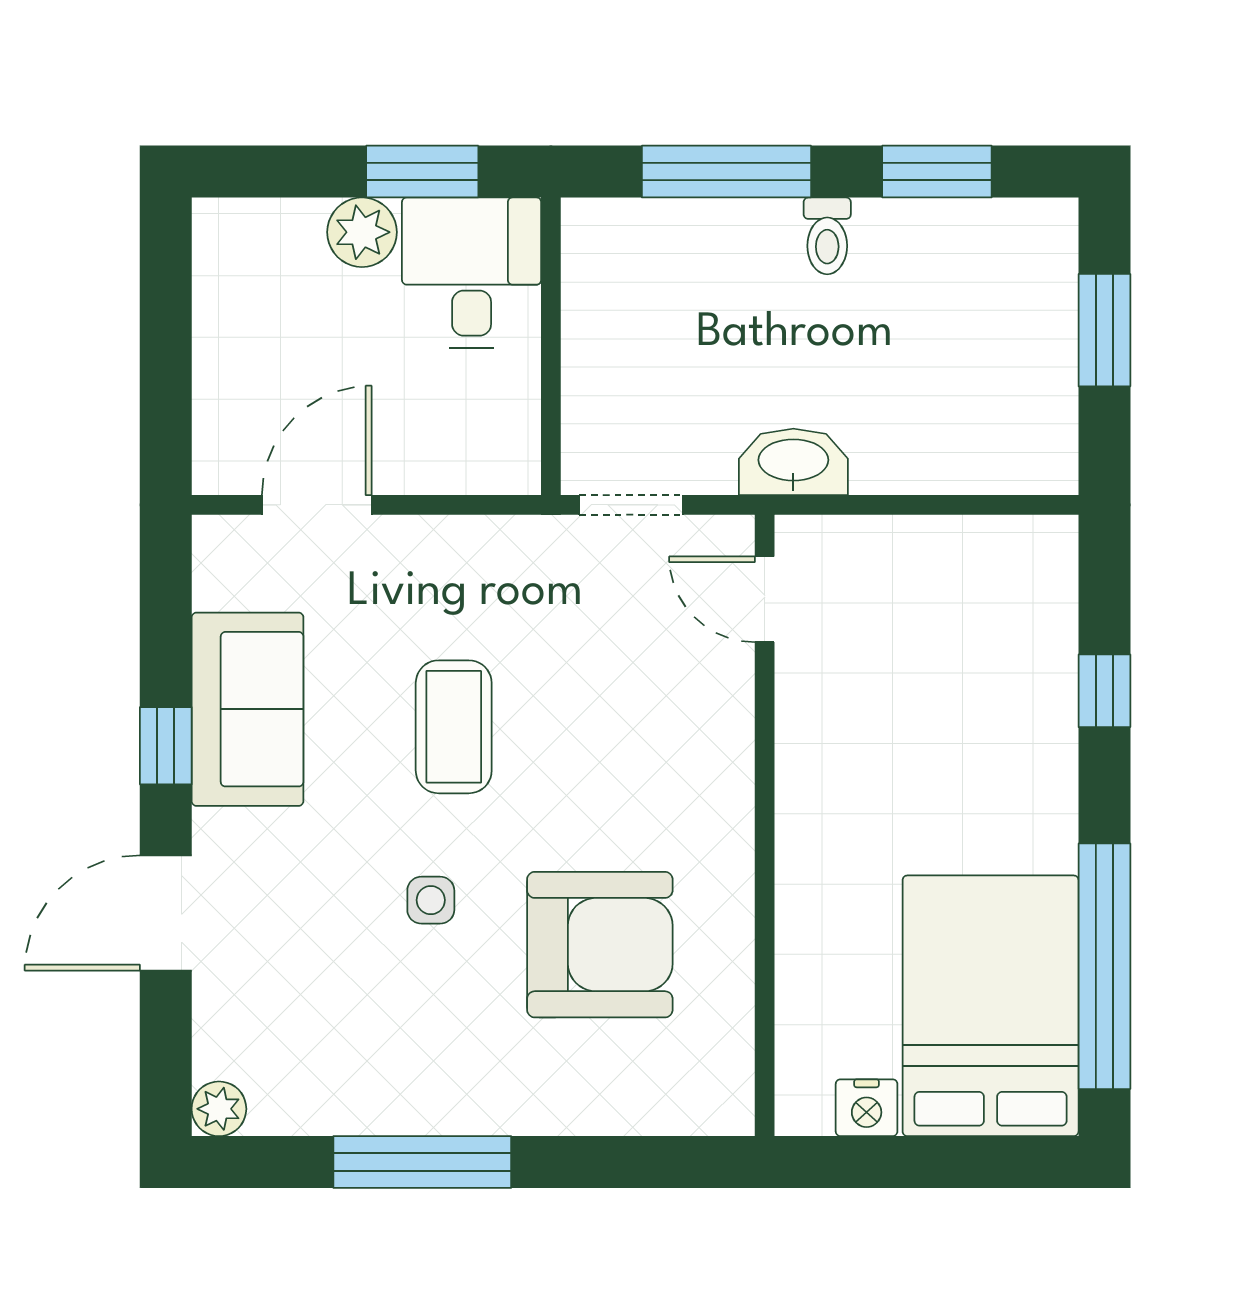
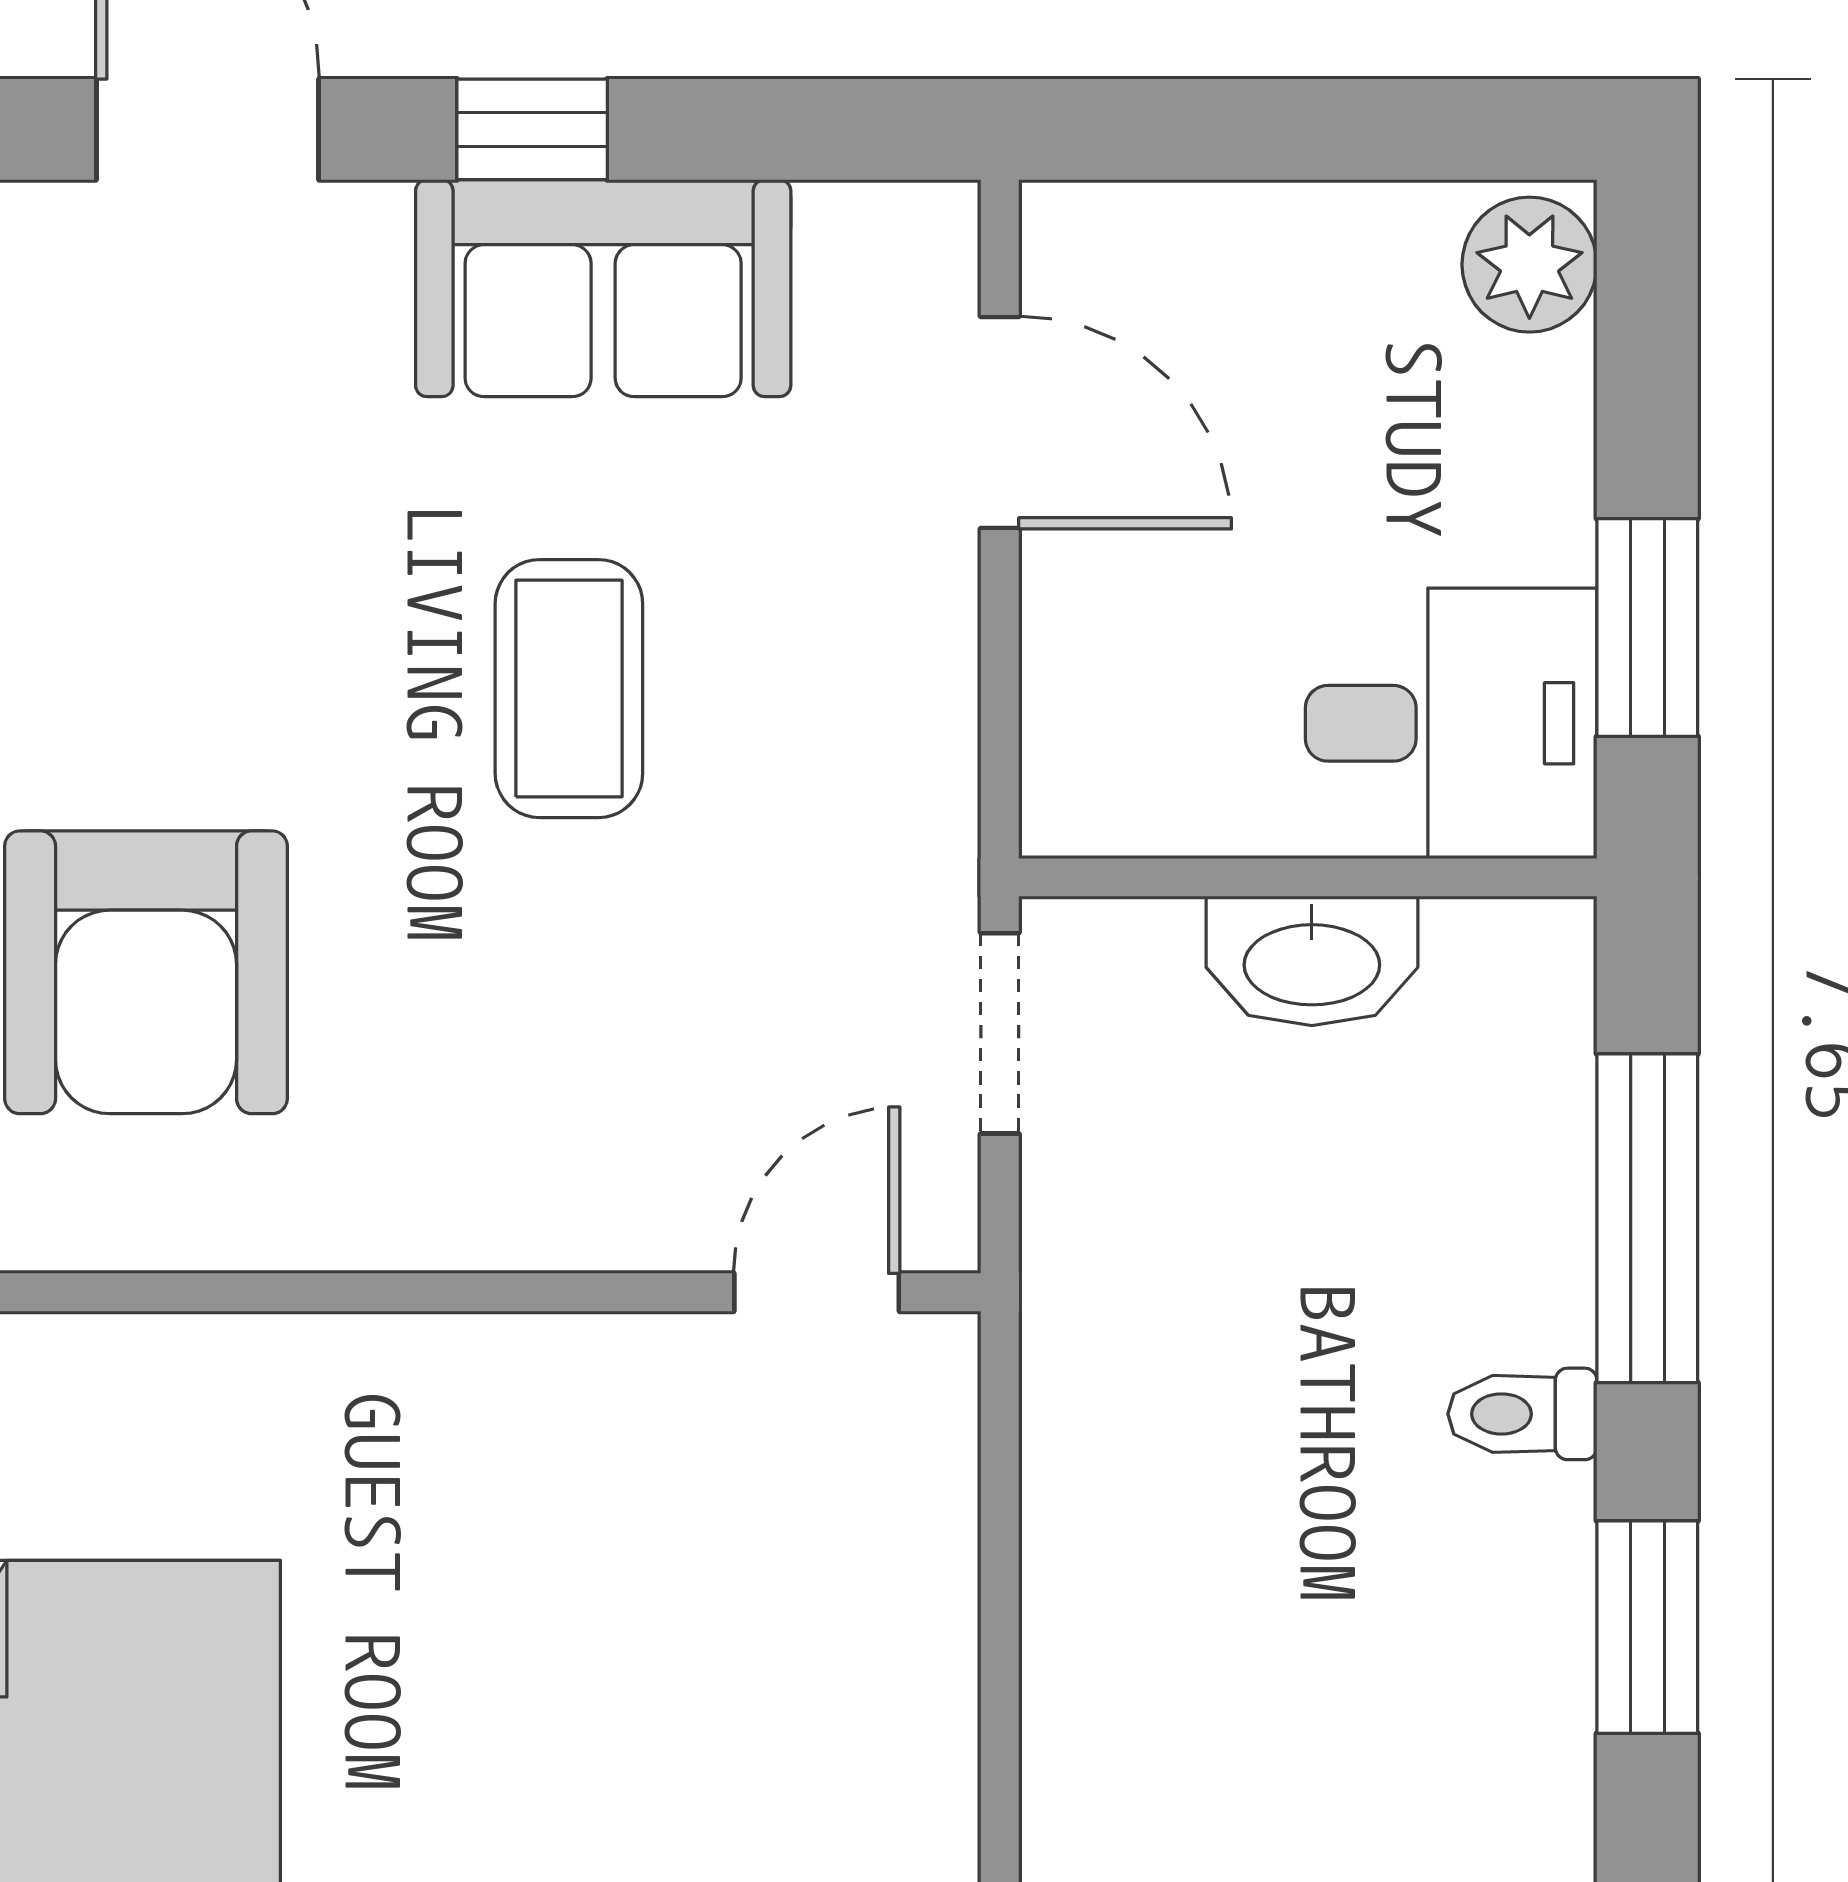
plant: (362, 232) -> (1529, 265), moved
washbasin: (793, 462) -> (1312, 961), moved, turned 90
coffee table: (454, 727) -> (569, 689), turned 90
side table: (431, 900) -> (232, 644), removed

